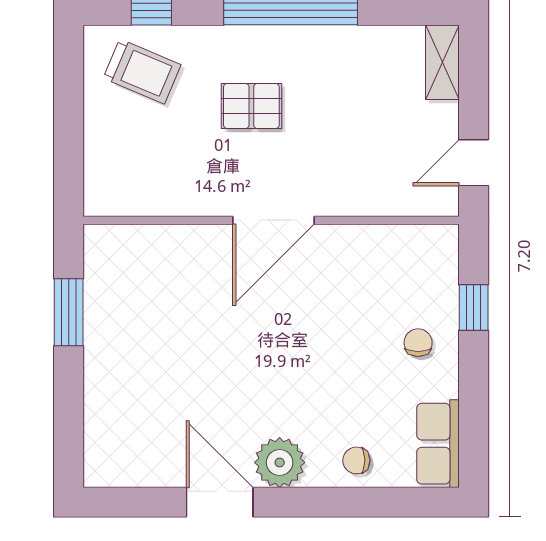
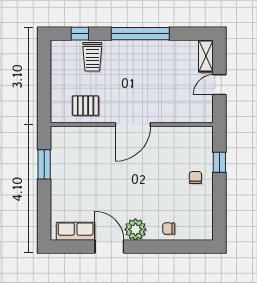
trolley: (142, 71) -> (92, 57), moved, turned 67
pallet: (251, 106) -> (86, 106), moved
door: (474, 163) -> (219, 85), moved
row of seats: (438, 444) -> (76, 231), moved, turned 90

